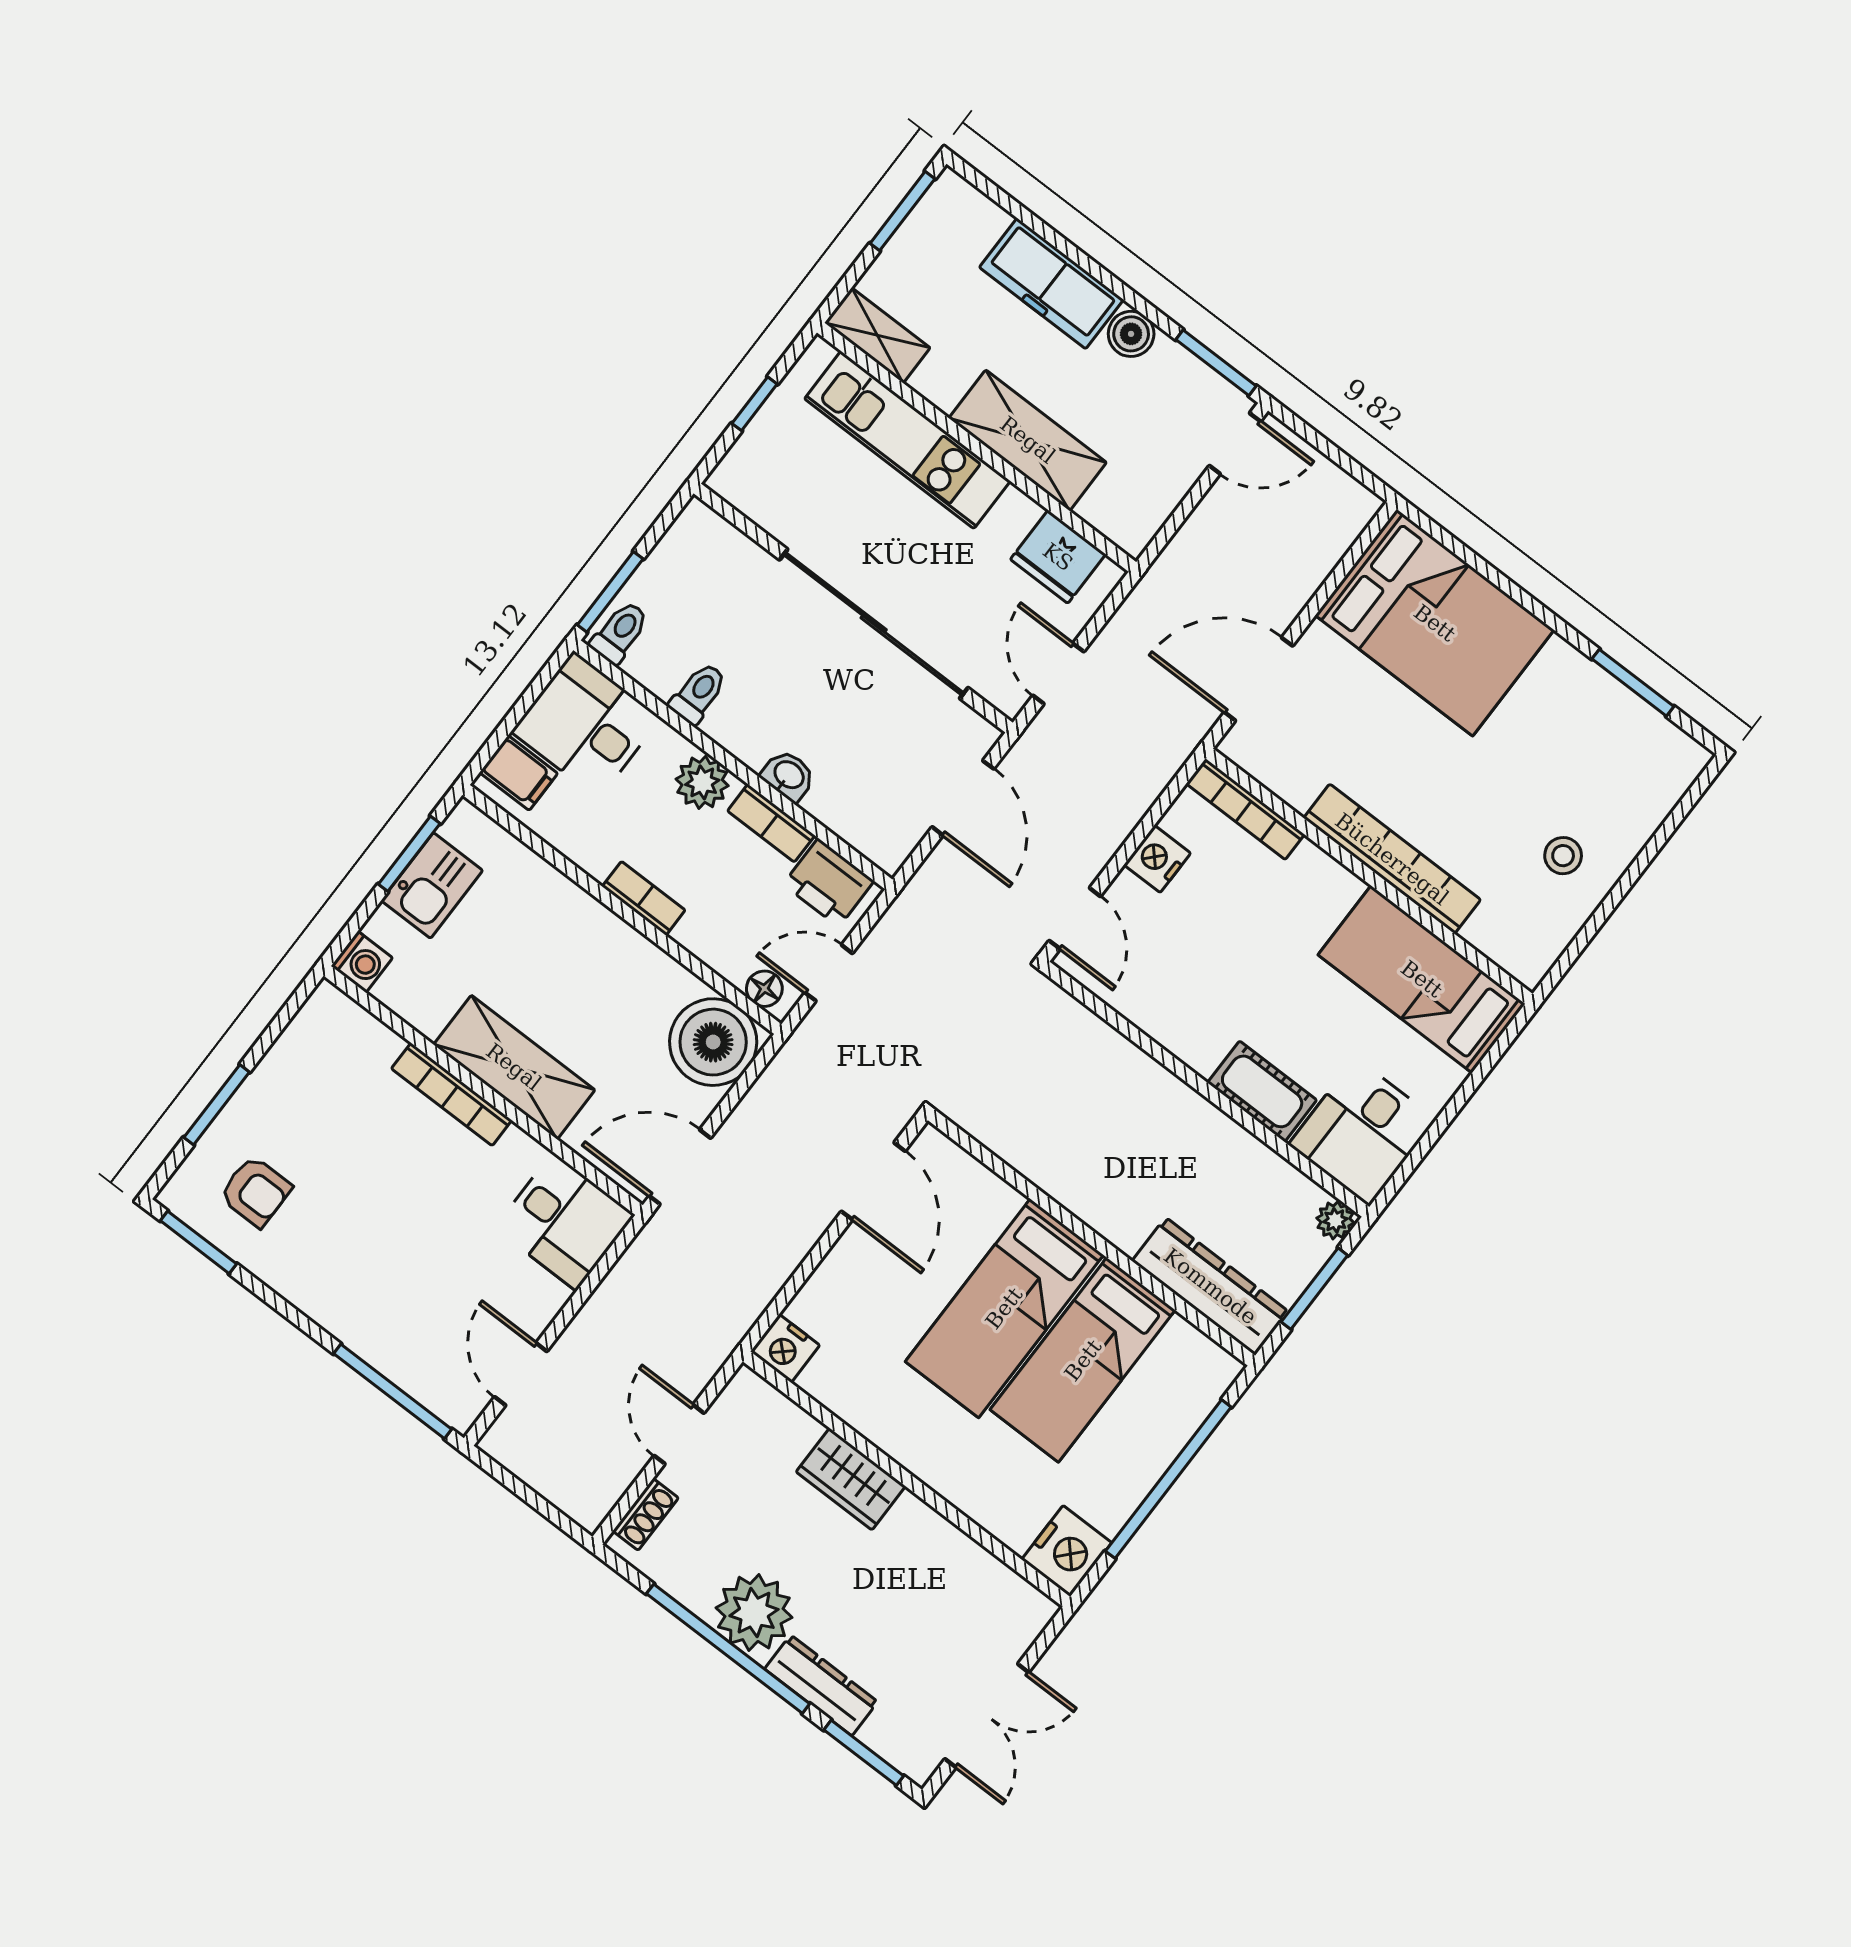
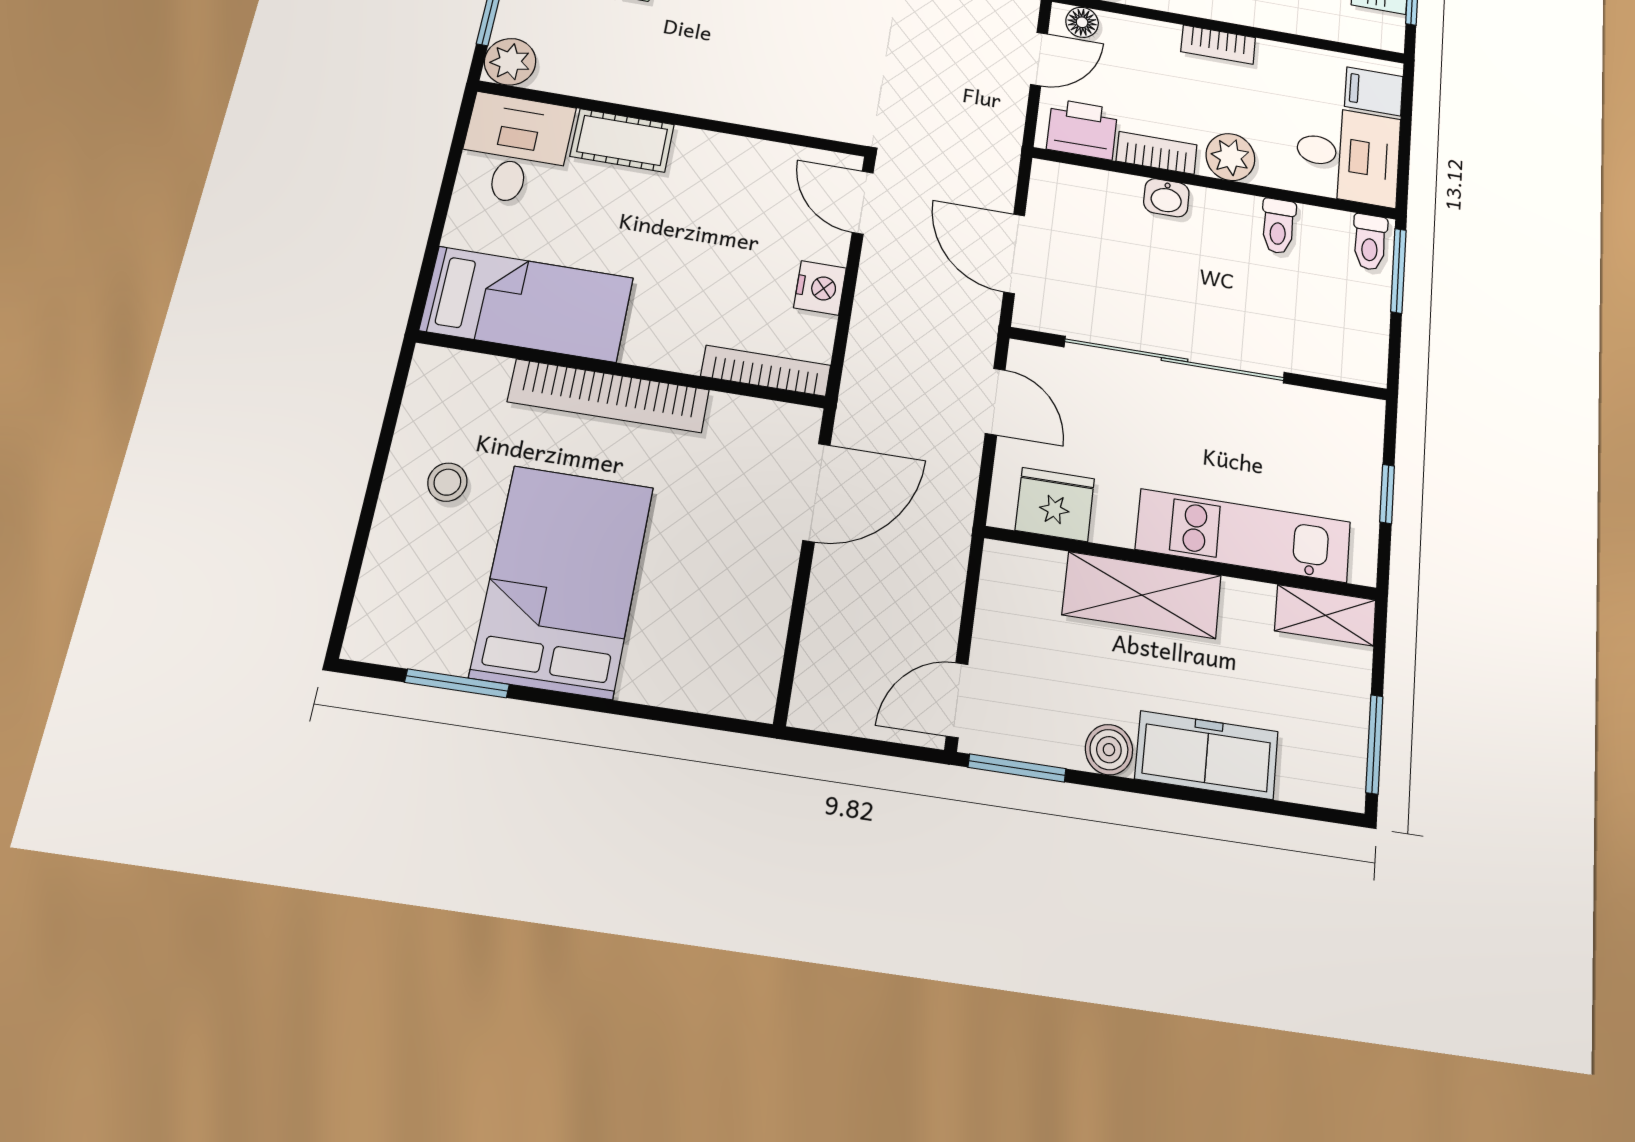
bed: (1435, 623) -> (563, 581), moved, turned 90
plant: (1335, 1220) -> (510, 62), width x1.38, depth x1.38

